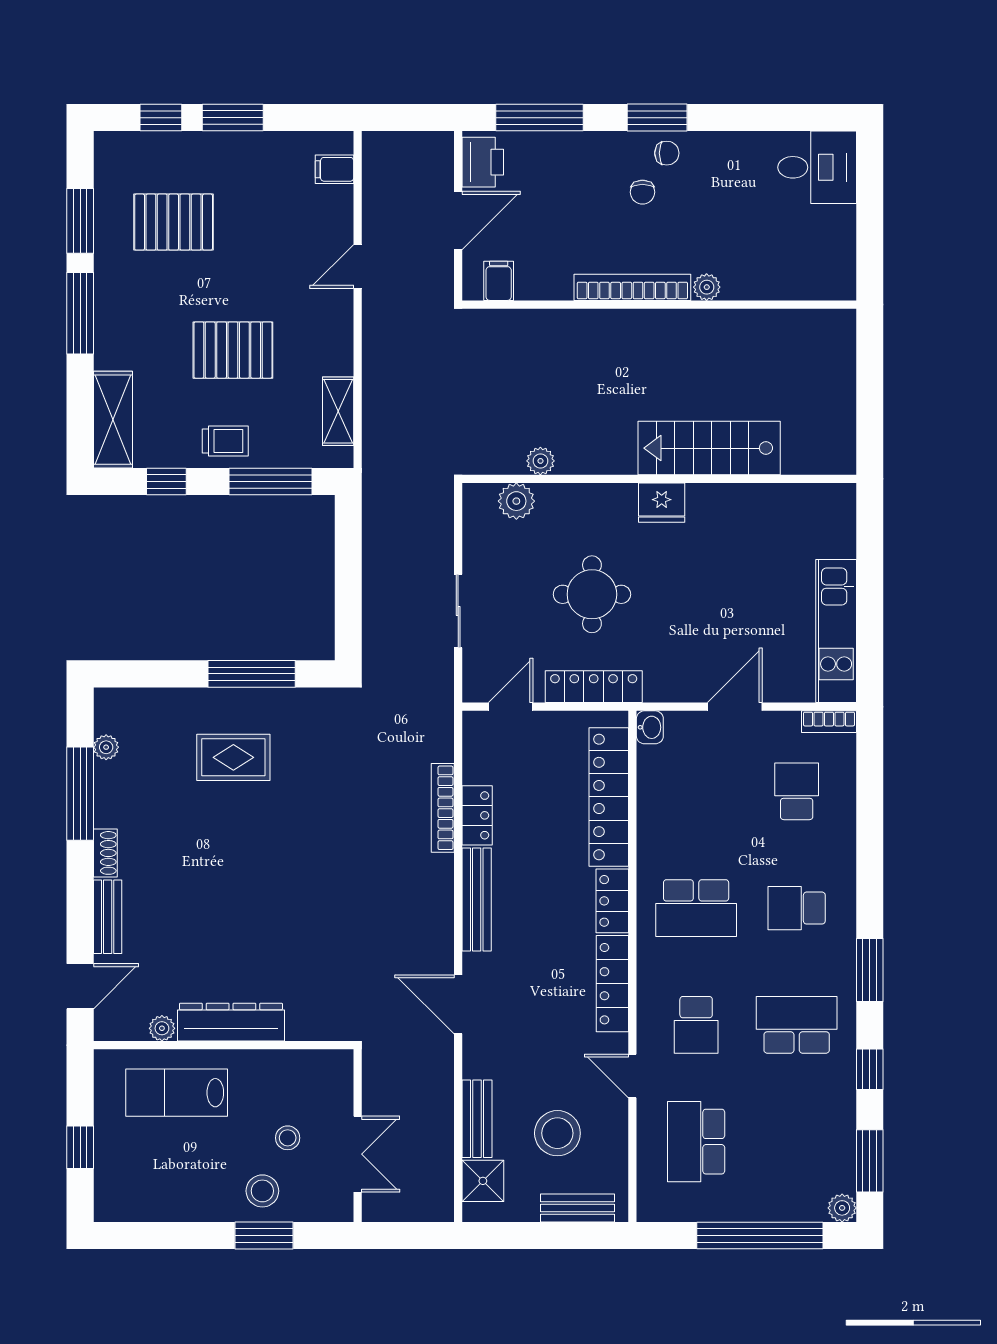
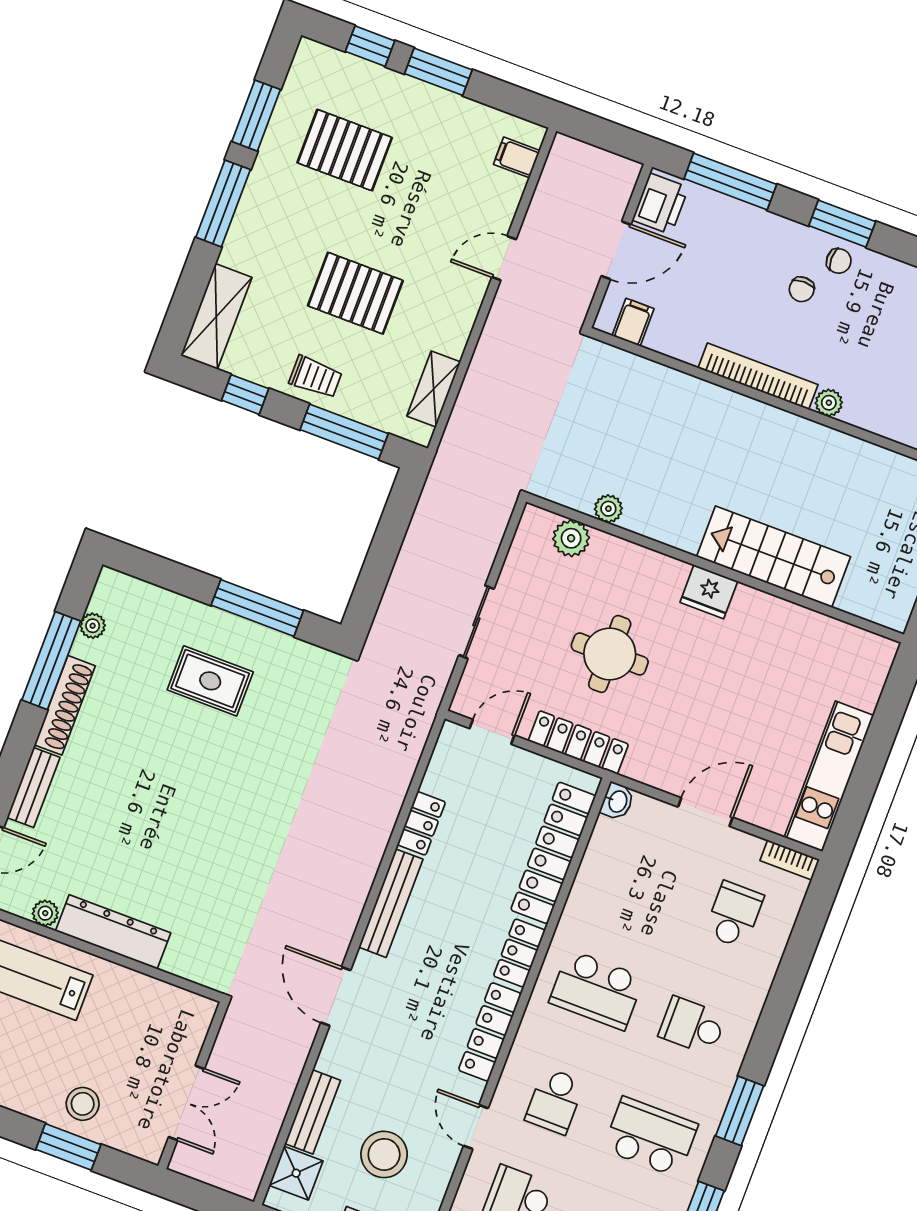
bookcase: (443, 808) -> (391, 804), removed
shoe rack: (105, 853) -> (65, 705), width x1.94, depth x1.24
stool: (288, 1138) -> (126, 1062), removed

